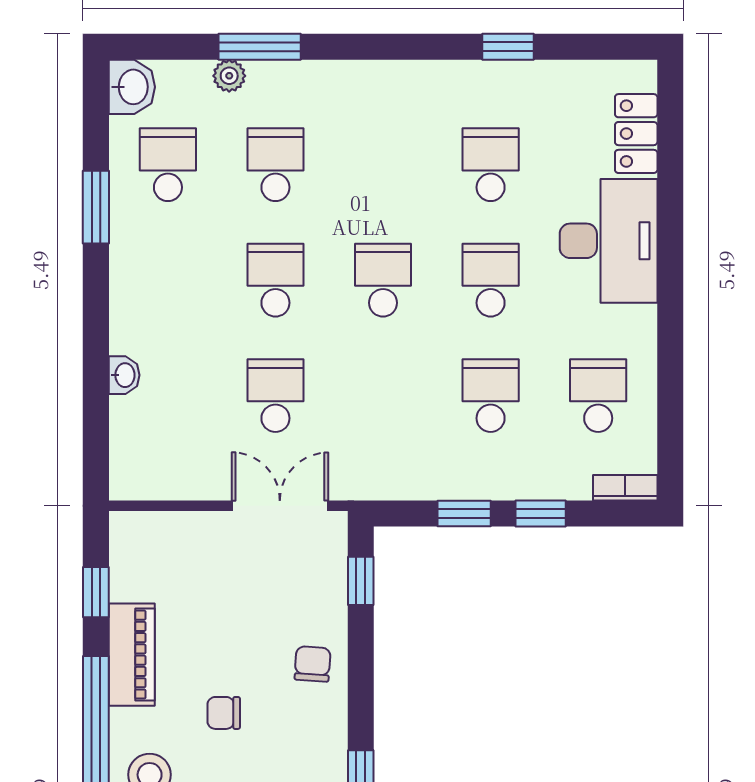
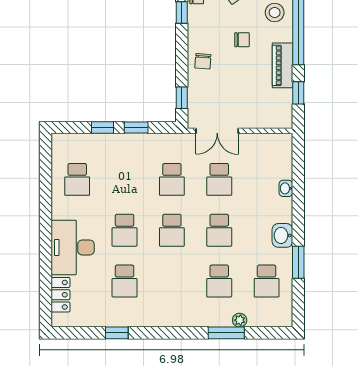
washbasin: (132, 87) -> (282, 235), moved
school desk: (491, 396) -> (172, 179), moved
bookcase: (625, 488) -> (65, 139), removed

